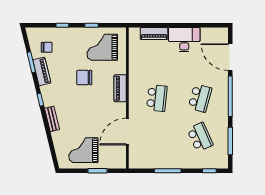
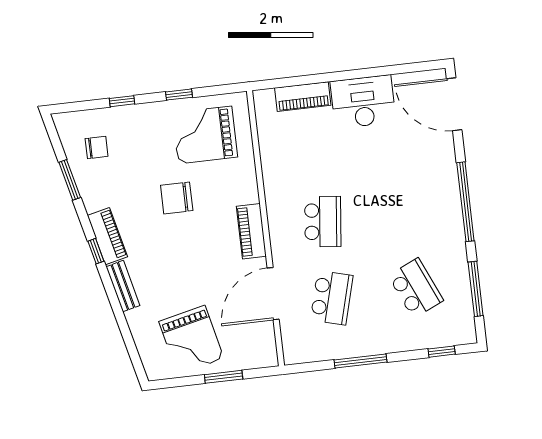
door: (230, 57) -> (454, 104), moved
piano: (42, 71) -> (107, 236), moved
piano: (120, 88) -> (251, 231), moved
school desk: (200, 98) -> (332, 298), moved
grand piano: (83, 150) -> (191, 340), turned -103

